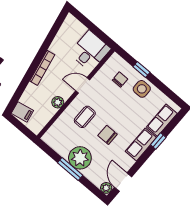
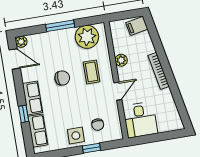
plant: (80, 158) -> (87, 37), moved

